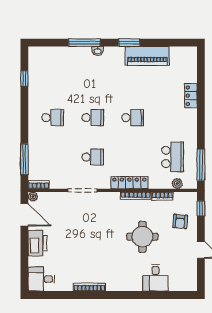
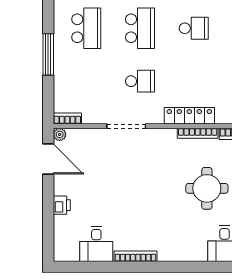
school desk: (53, 118) -> (86, 28), width x1.85
school desk: (93, 118) -> (140, 28), width x1.85
window: (24, 159) -> (48, 54), moved
printer: (37, 243) -> (62, 205), width x0.53, depth x0.68
desk: (41, 279) -> (96, 244), moved, turned -90

